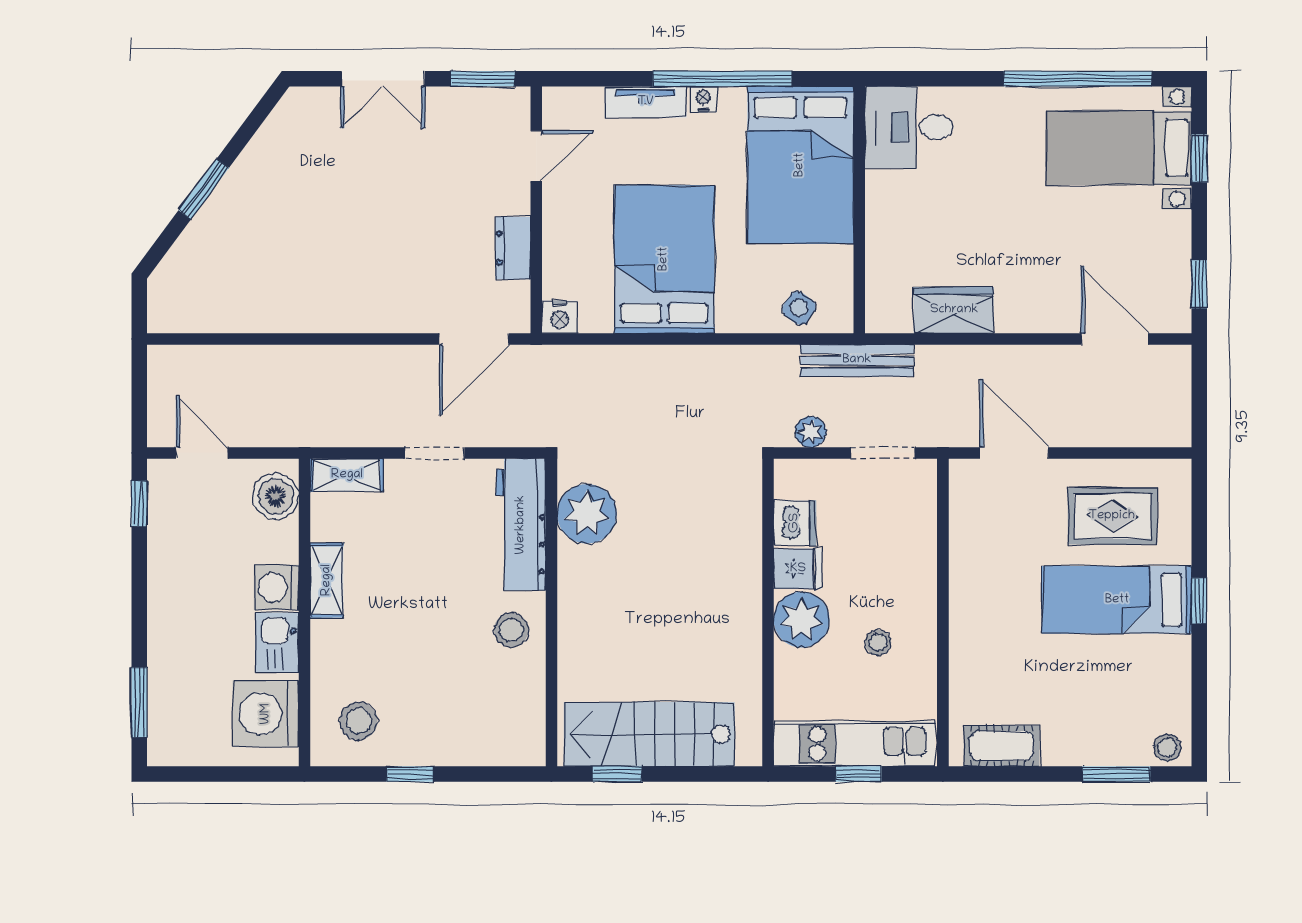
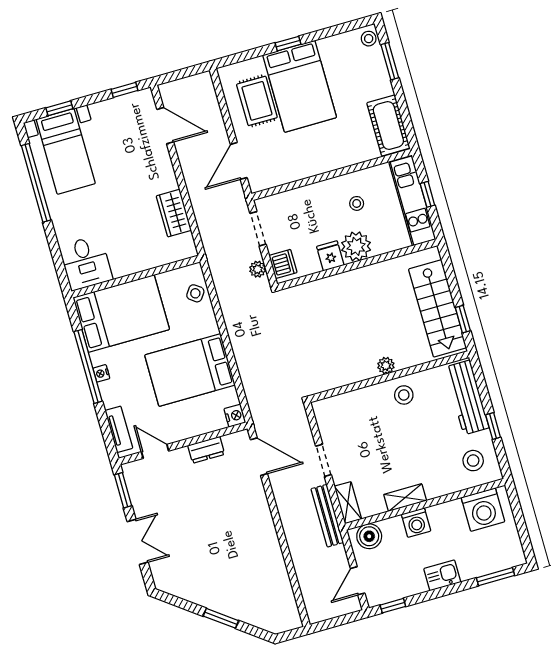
tv unit: (646, 102) -> (119, 429), moved
door: (1115, 339) -> (165, 126), swing flipped
bench: (857, 360) -> (327, 516), moved
plant: (587, 514) -> (386, 366), moved, width x0.53, depth x0.53
dishwasher: (795, 523) -> (283, 264), moved, turned 90
workbench: (521, 525) -> (467, 397), moved, turned 90
bed: (1117, 600) -> (300, 86), width x1.50
kitchen sink: (277, 643) -> (442, 575), moved, turned 180
cot: (1002, 746) -> (388, 125), width x1.37, depth x1.34

